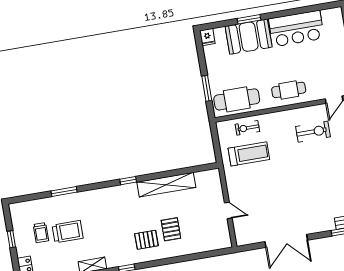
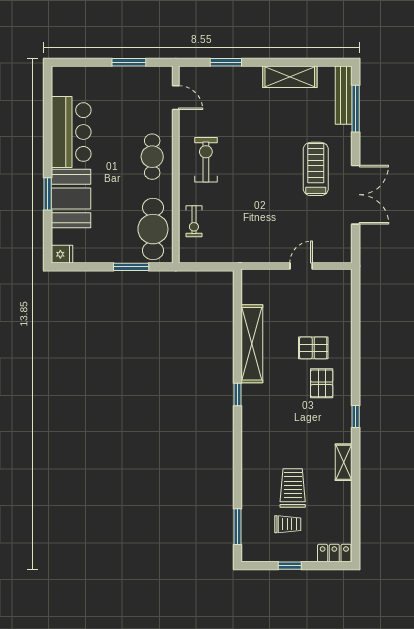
exercise bike: (313, 132) -> (206, 160), moved
treadmill: (249, 154) -> (316, 169), moved
window: (64, 192) -> (238, 527), moved

